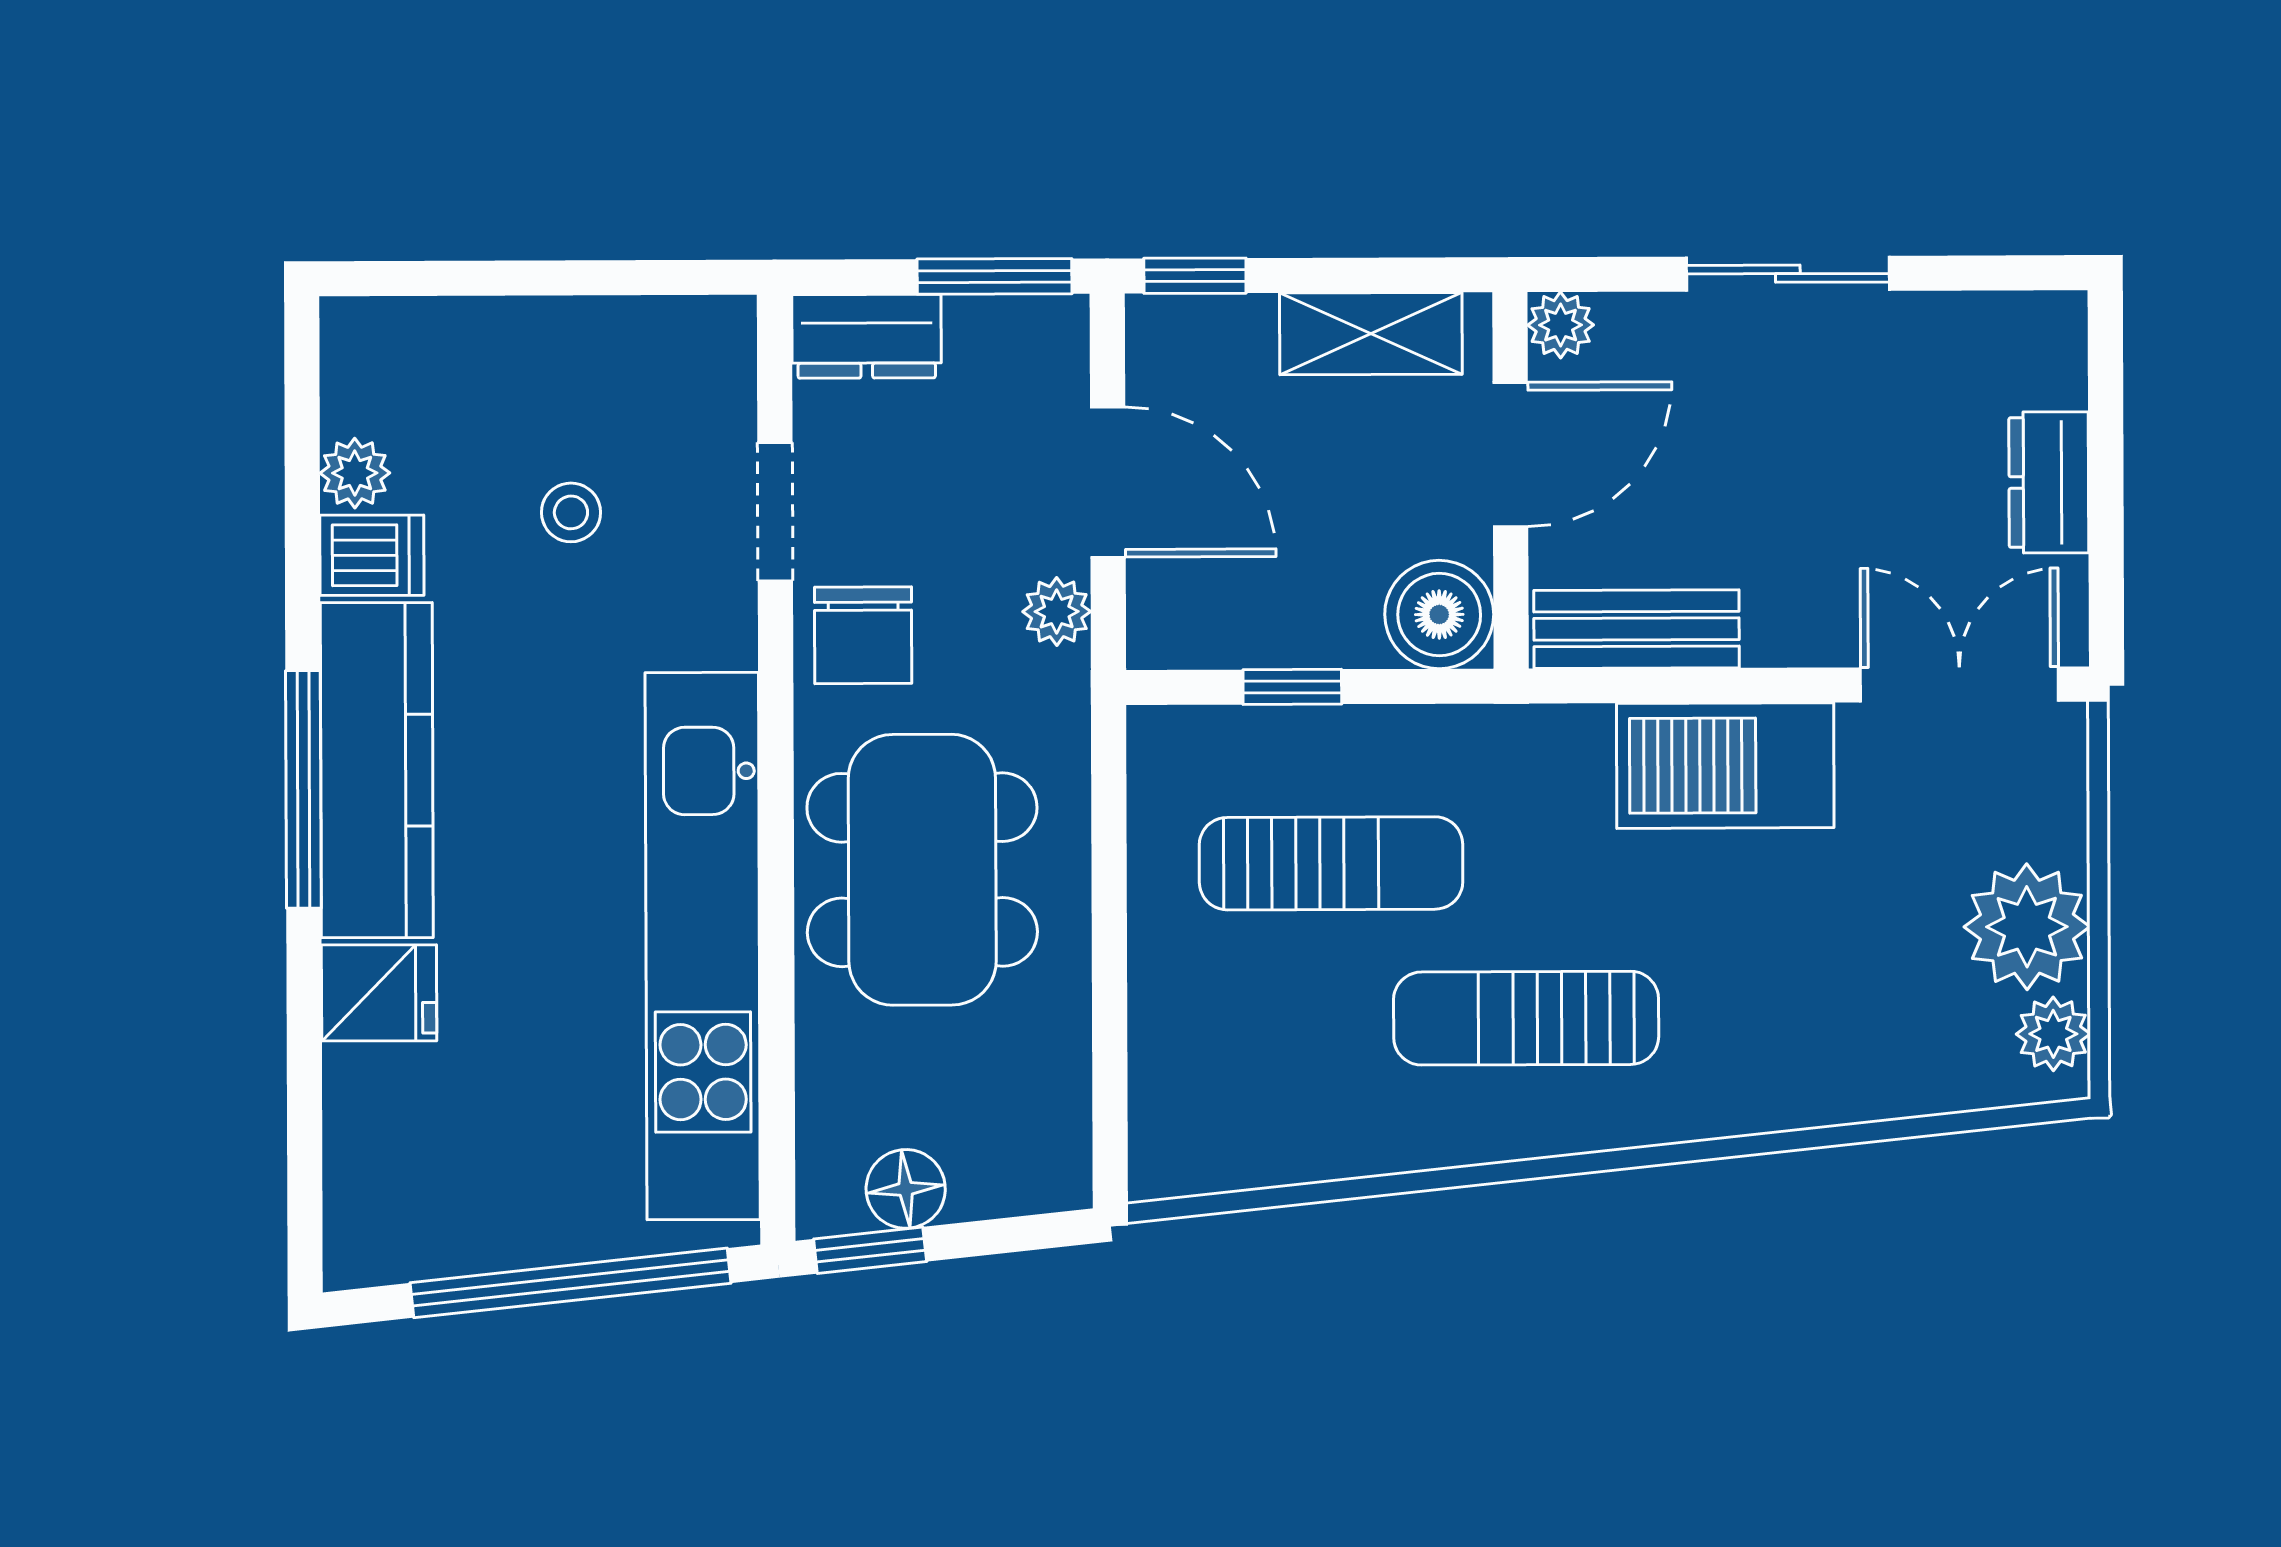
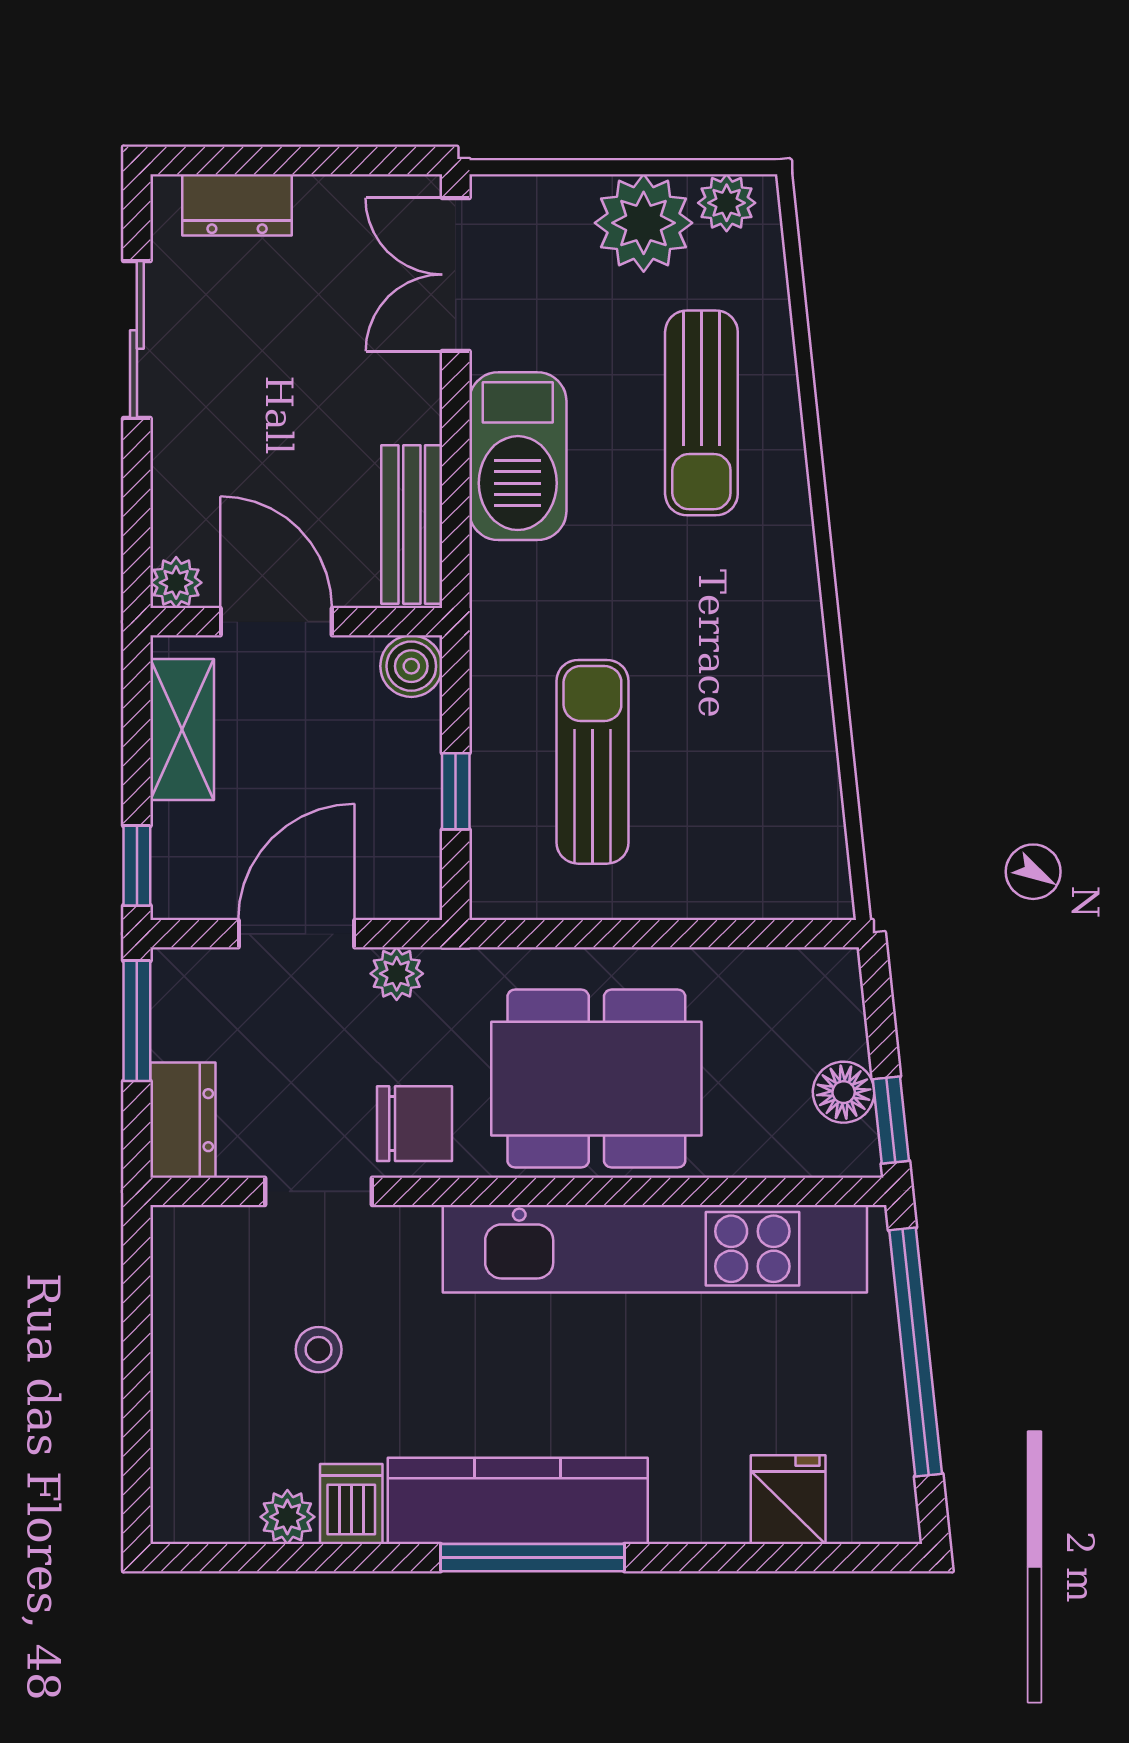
sliding door: (1788, 274) -> (137, 339), moved
dresser: (2049, 482) -> (237, 205), moved
boiler: (1439, 615) -> (411, 666), width x0.73, depth x0.73
fridge: (379, 993) -> (788, 1500), moved
sun lounger: (1526, 1018) -> (701, 413), moved

